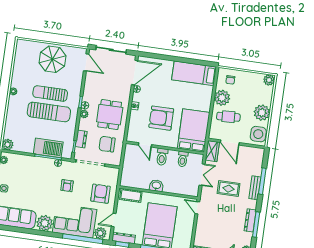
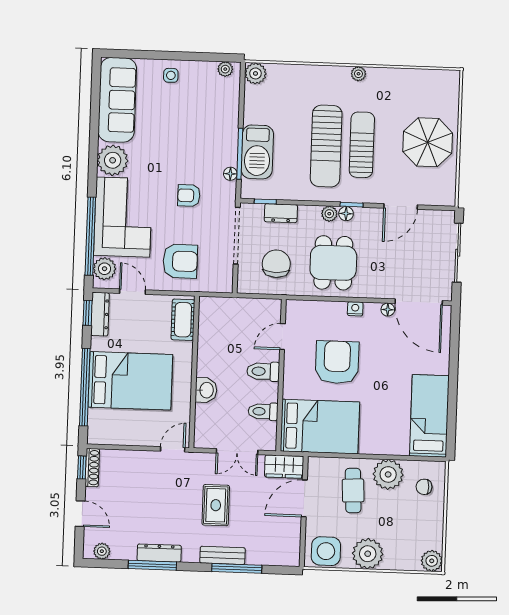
door: (86, 62) -> (401, 206), moved
dining table: (110, 115) -> (333, 263), turned 90
washbasin: (156, 186) -> (206, 390), moved

